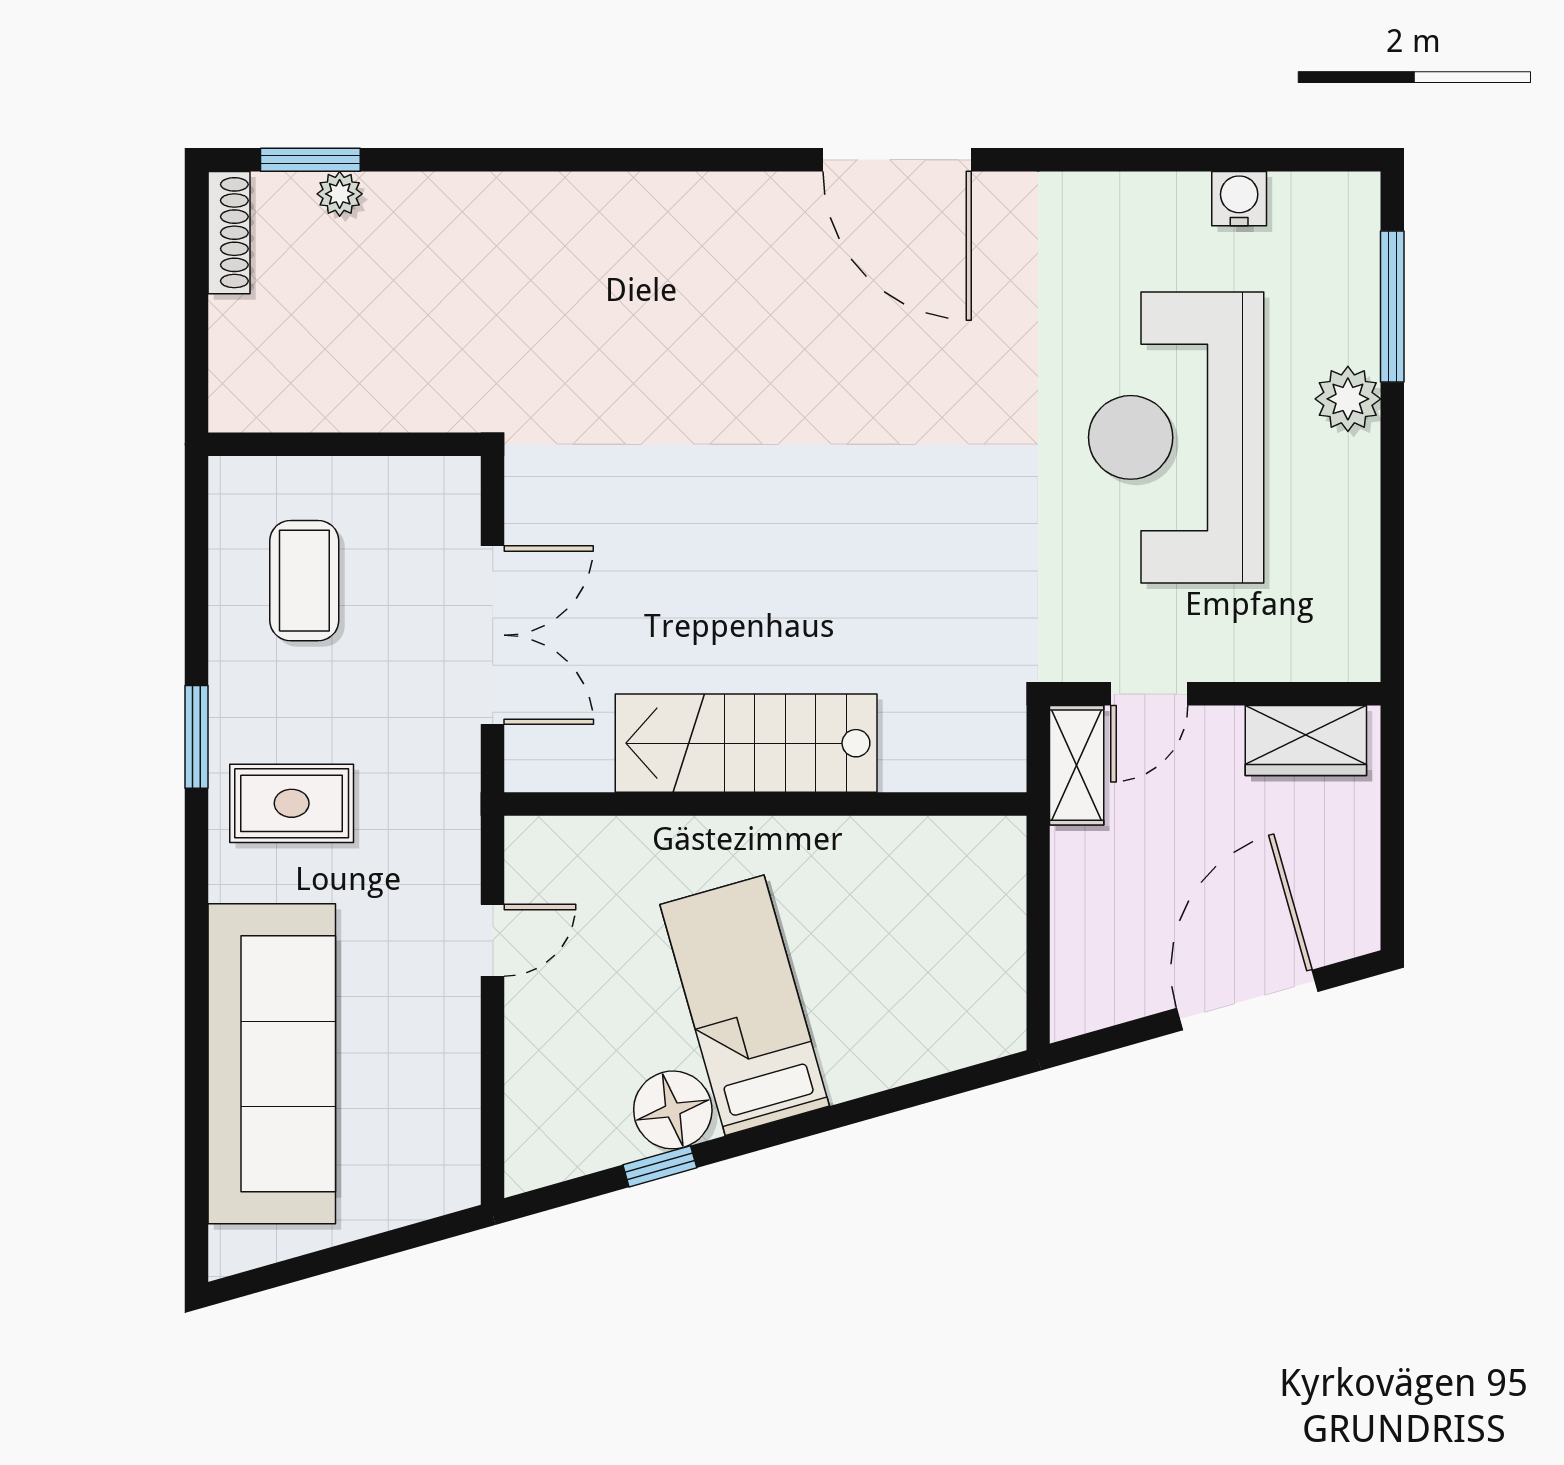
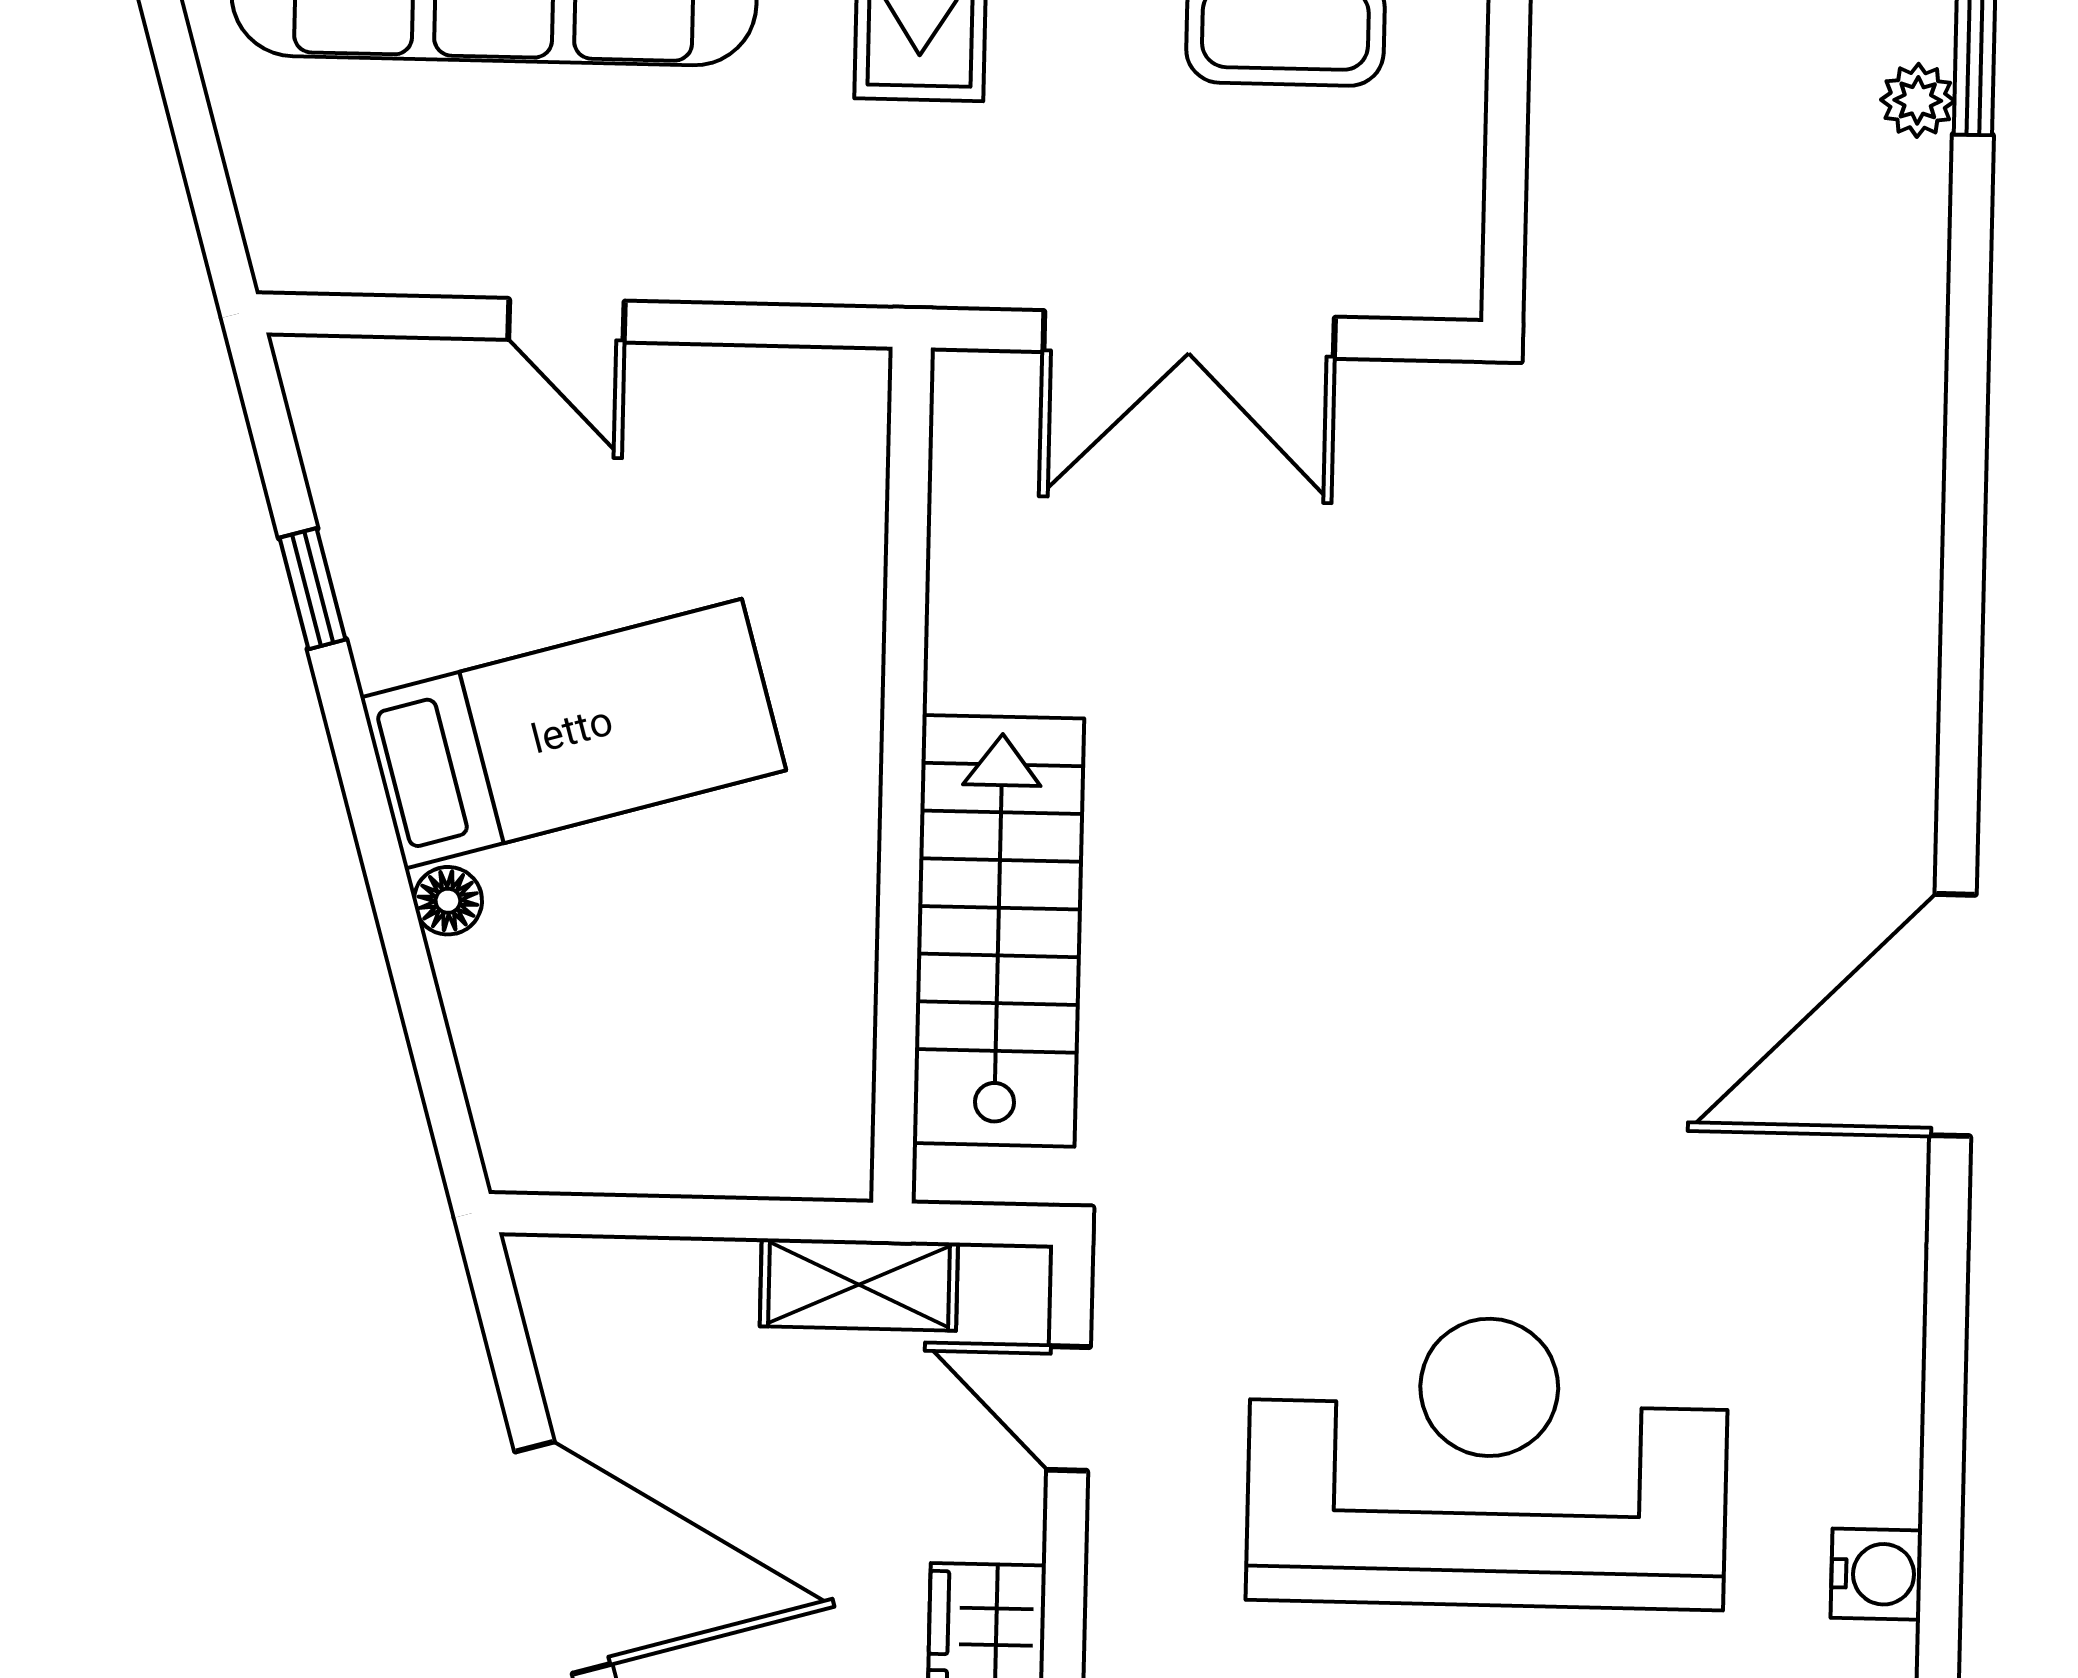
stairs: (746, 743) -> (998, 931), moved
shelving: (1077, 765) -> (859, 1285), moved
door: (493, 940) -> (566, 320), moved
floor lamp: (673, 1110) -> (448, 901), moved, width x0.53, depth x0.53

